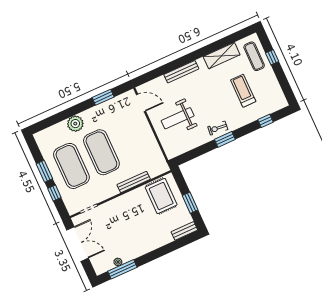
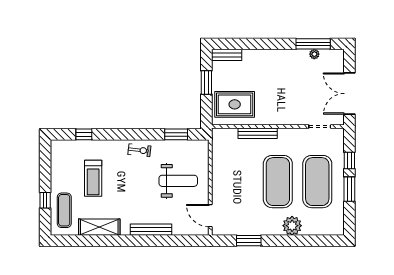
window: (225, 139) -> (176, 134), moved
rug: (161, 196) -> (235, 104), turned 90

